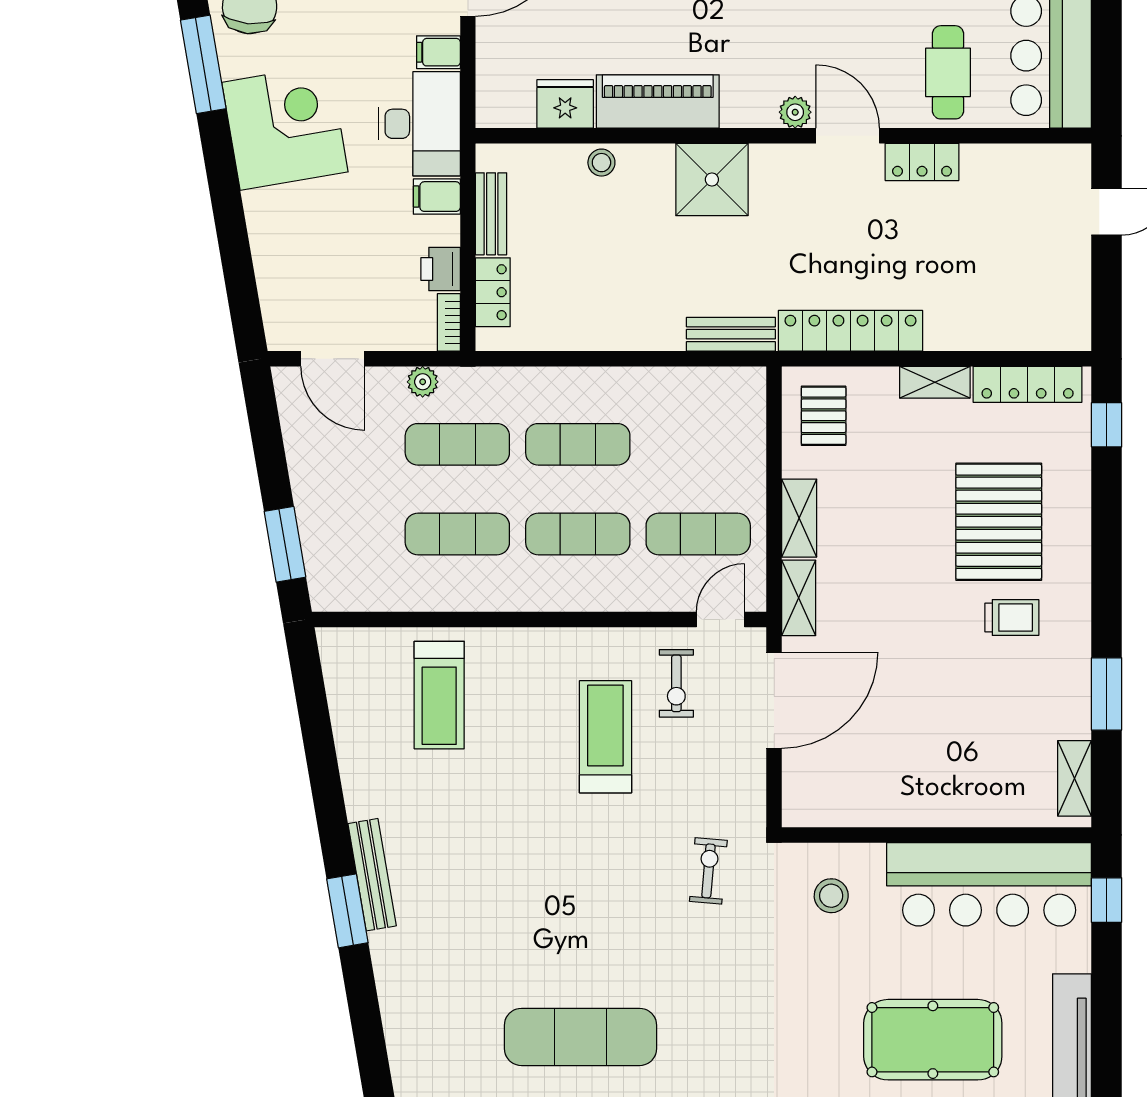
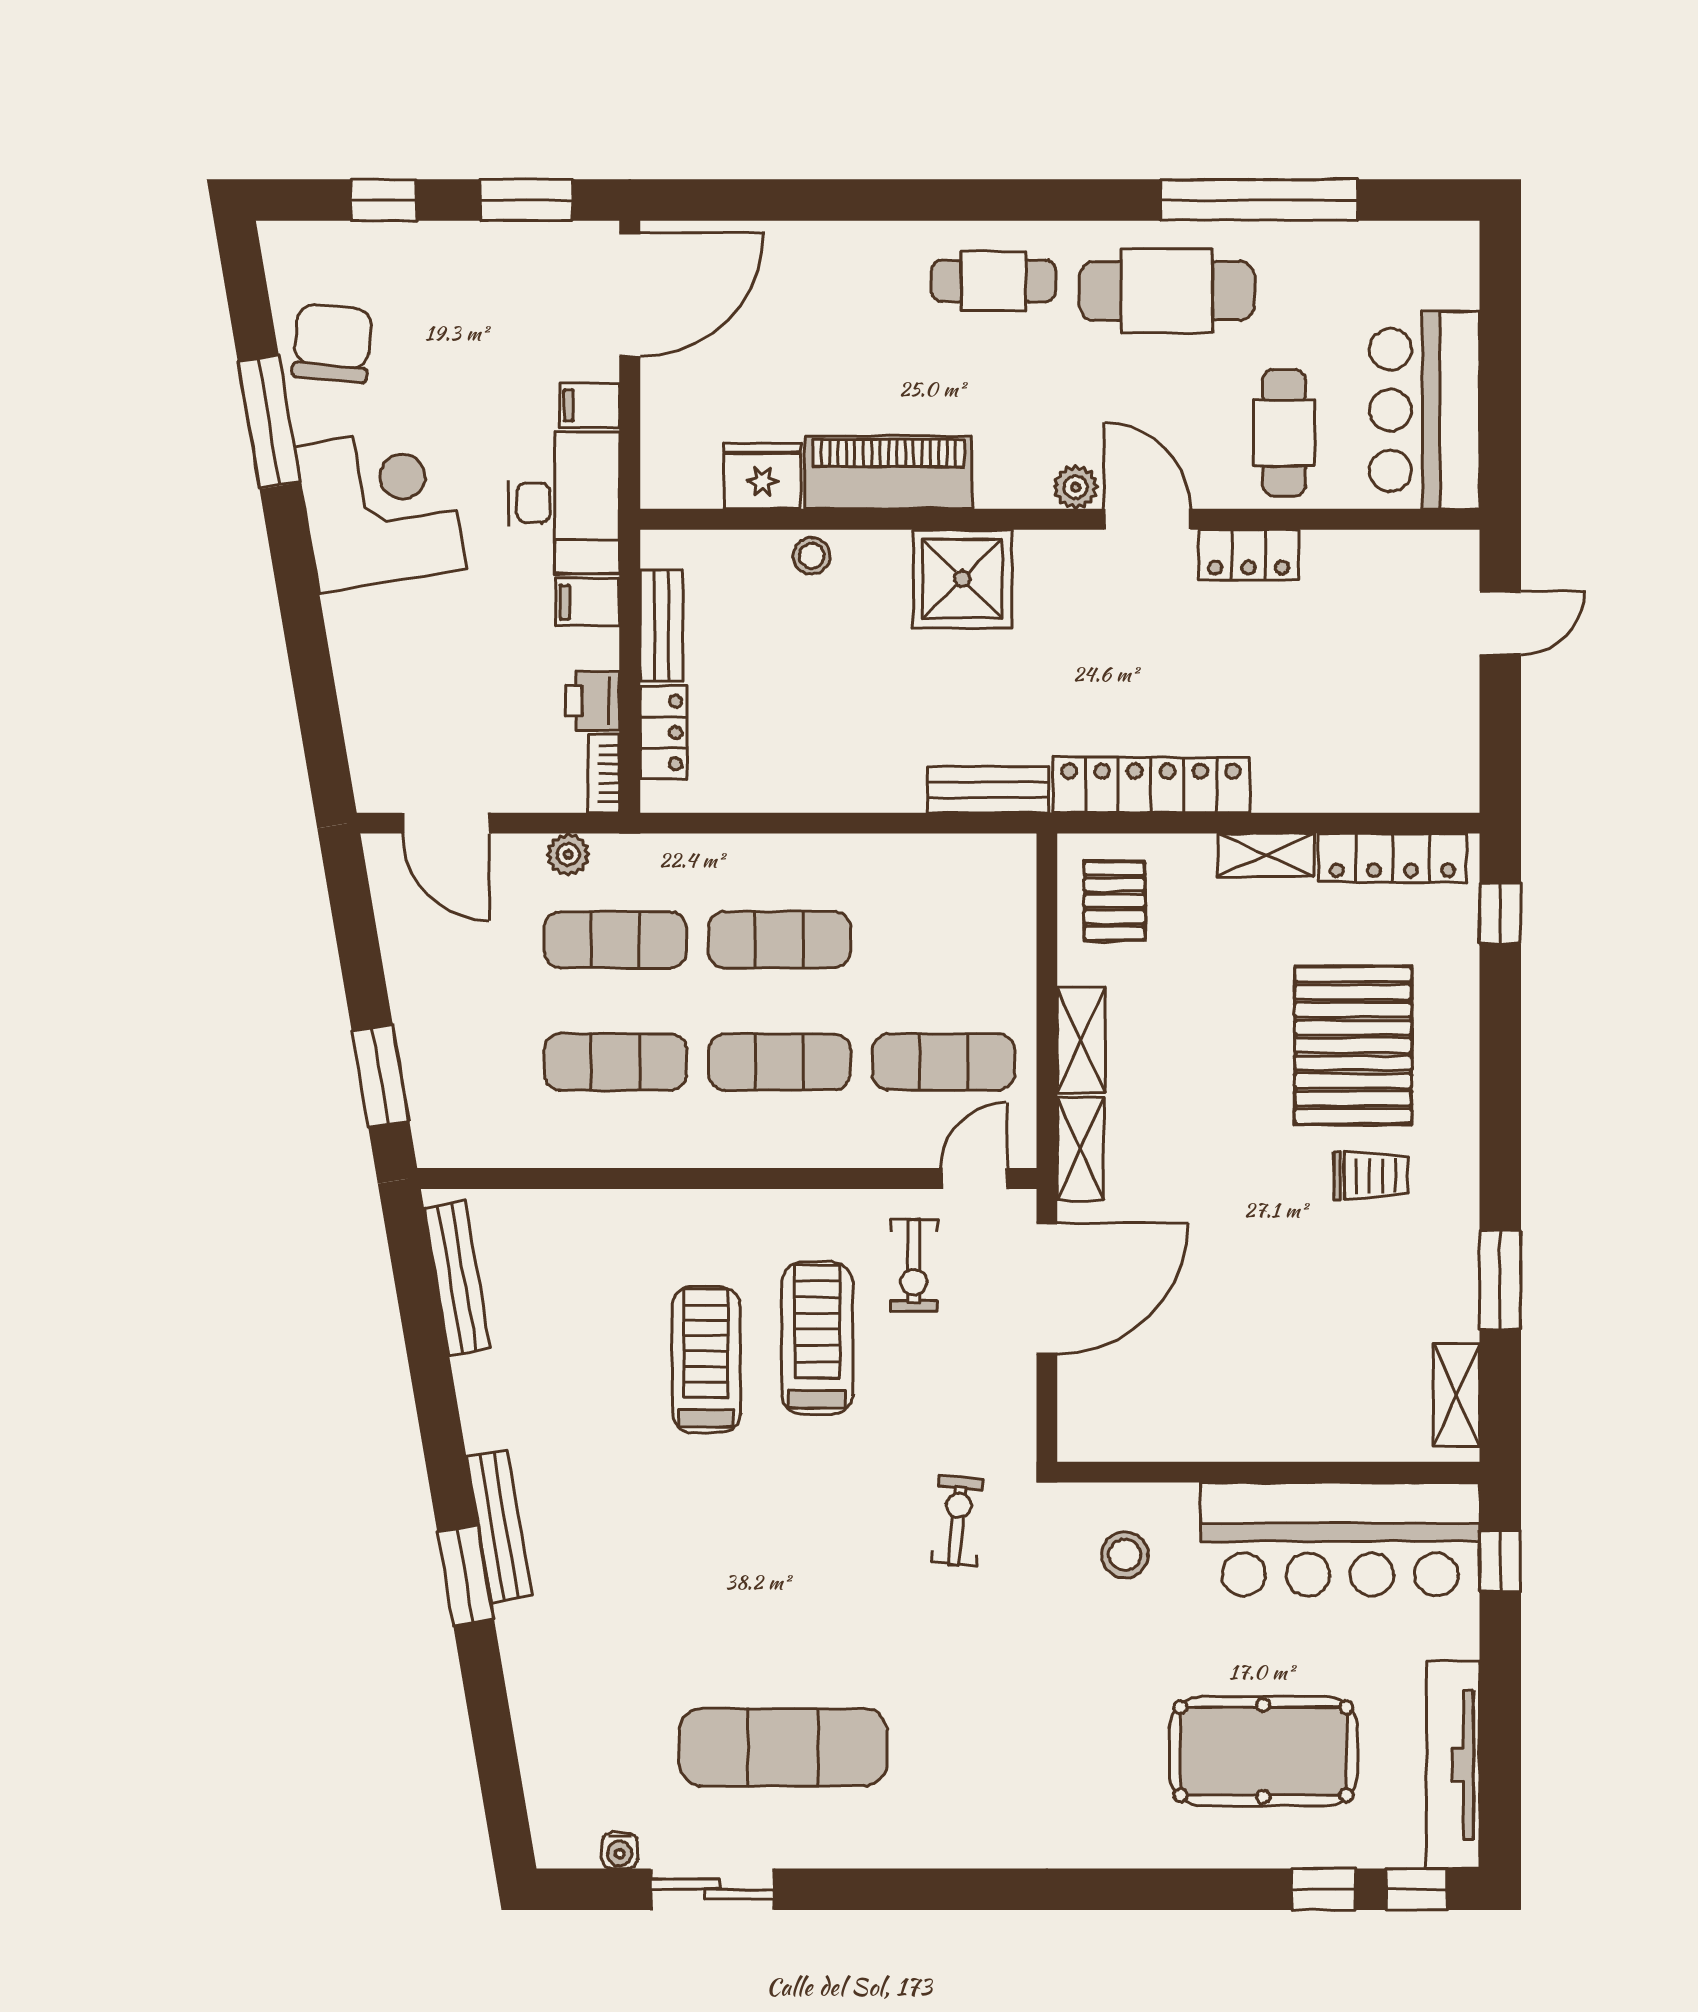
bench: (341, 693) -> (457, 1278), added
treadmill: (439, 695) -> (706, 1360), moved, turned 180

